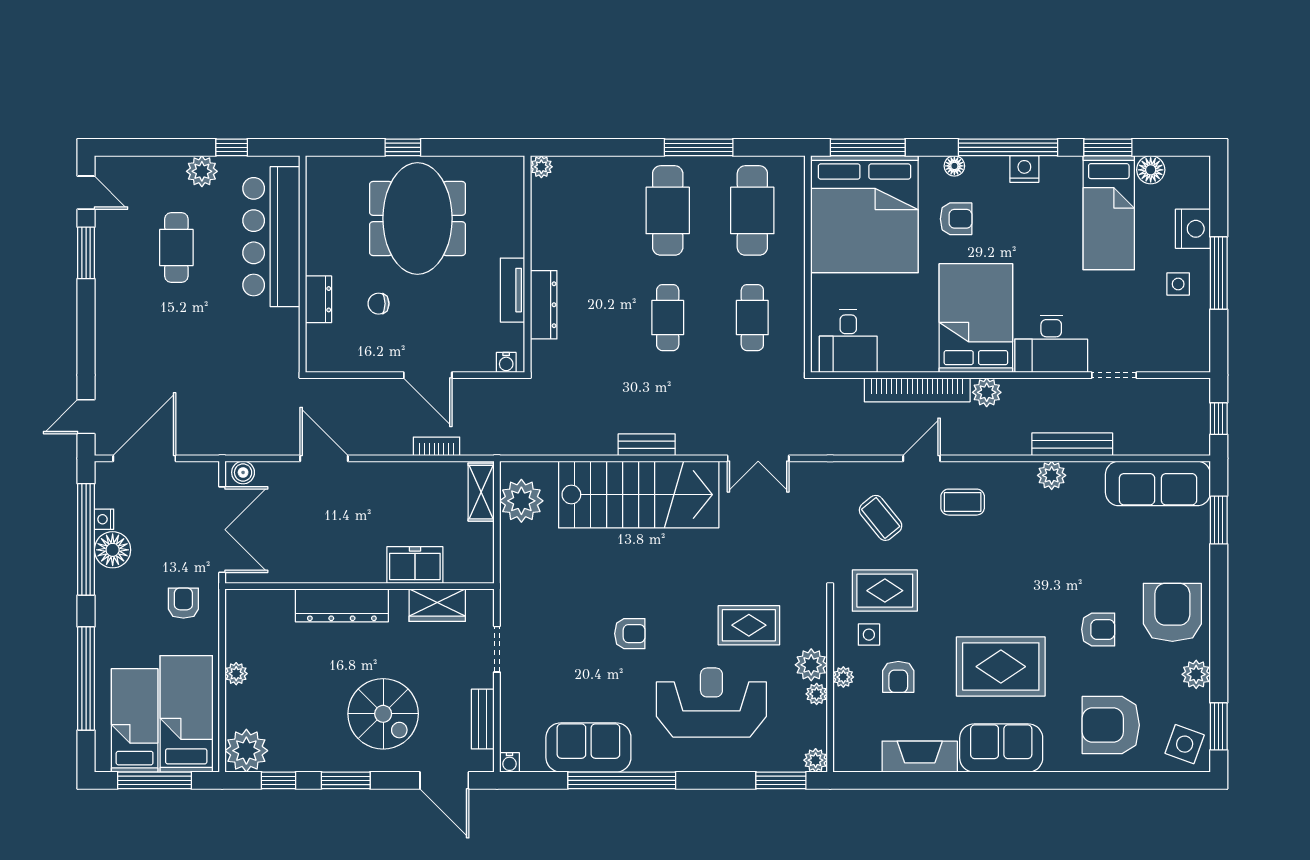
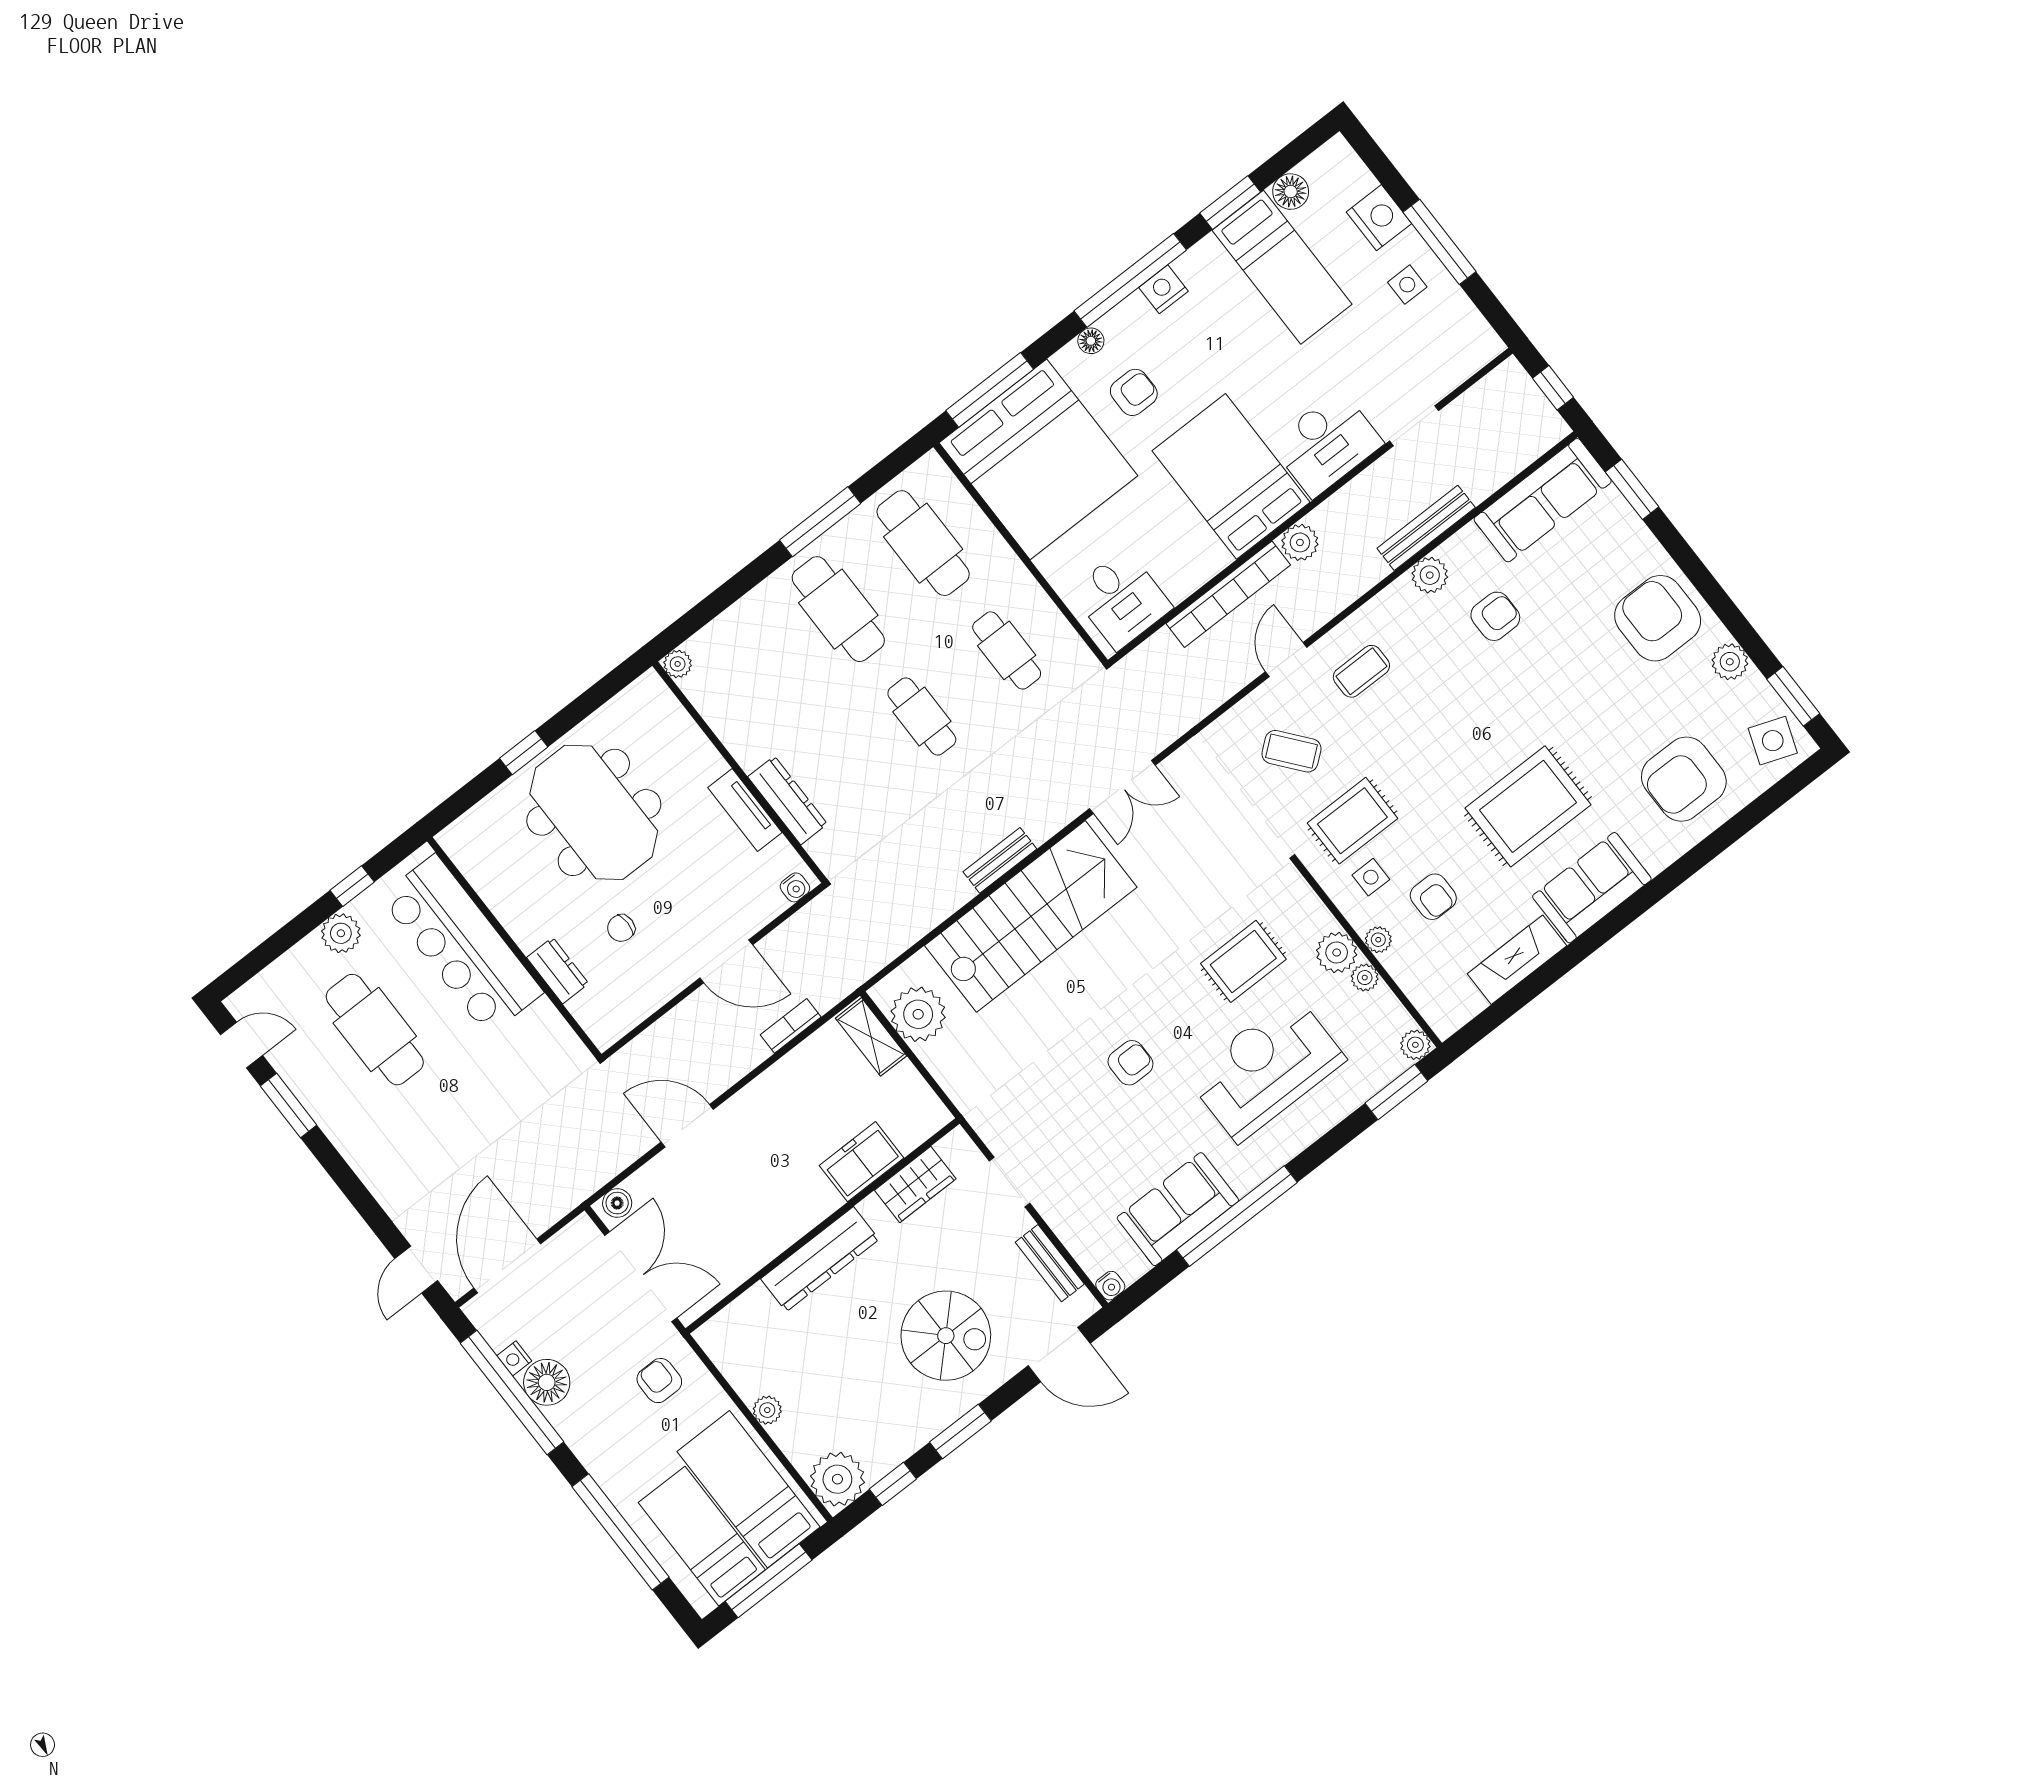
cafe table: (176, 247) -> (375, 1030), width x1.37, depth x1.35
armchair: (1098, 629) -> (1495, 616), moved

